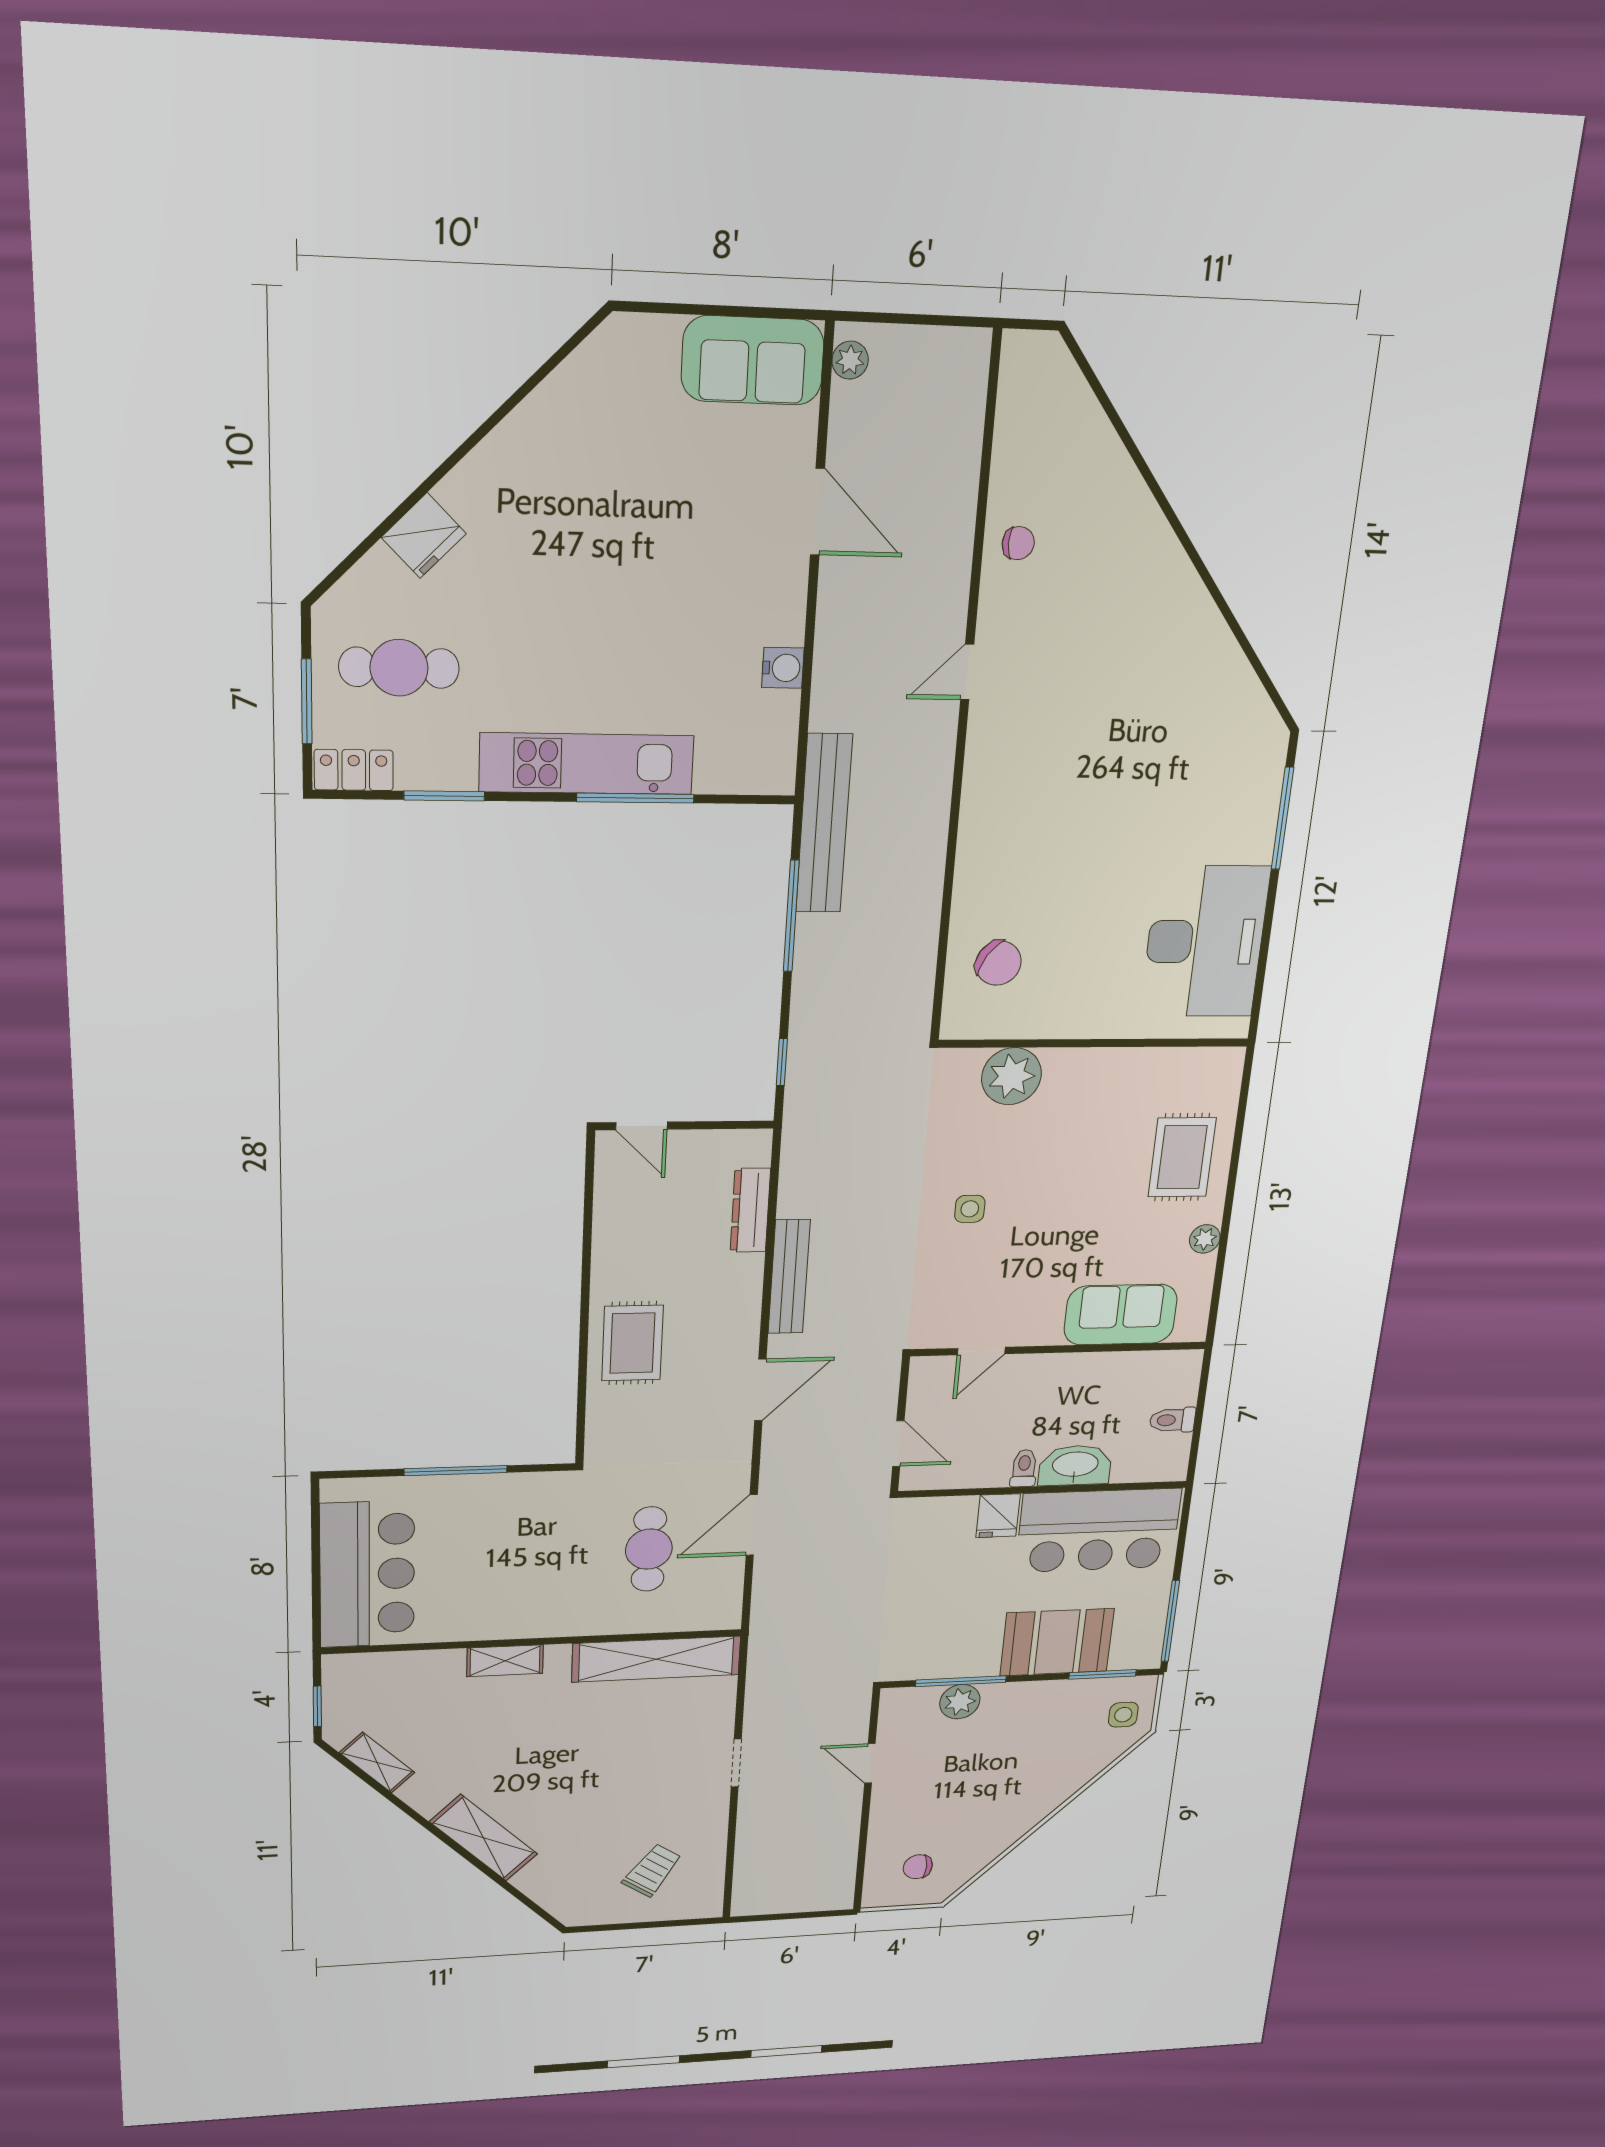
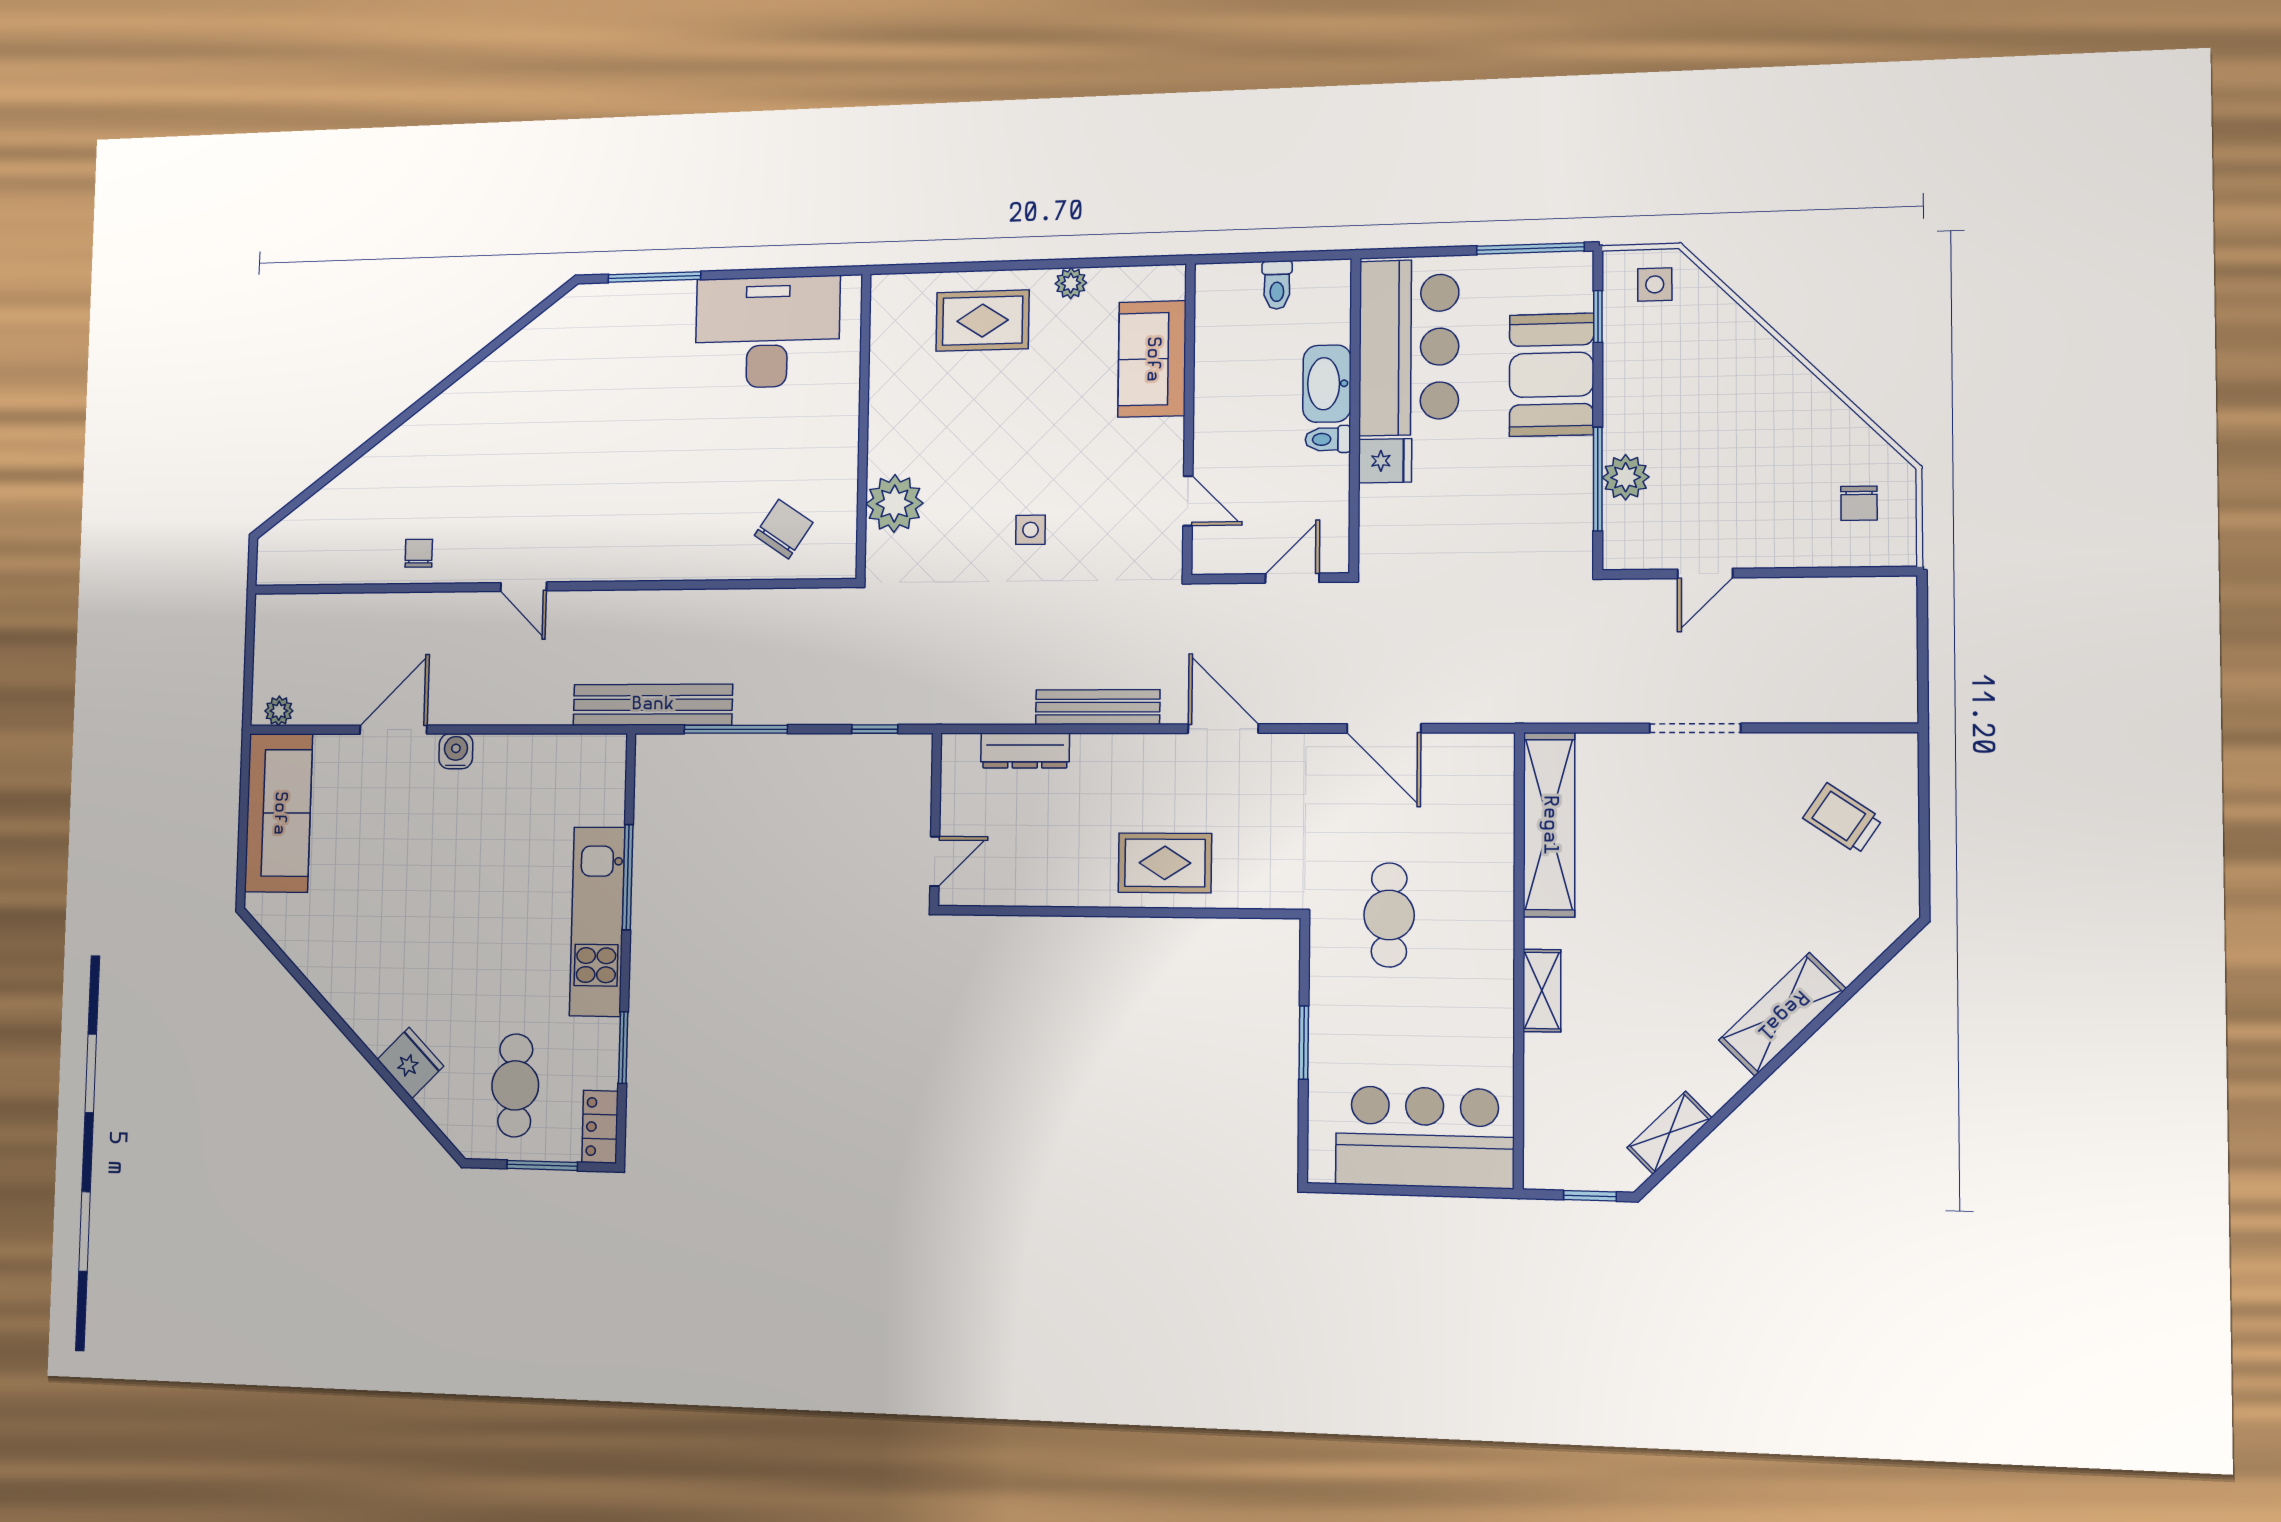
sofa: (753, 360) -> (279, 813), width x1.36
water cooler: (783, 668) -> (456, 751), moved
window: (456, 1471) -> (1304, 1043), width x0.69
cafe table: (649, 1549) -> (1389, 915), moved, turned 90
window: (1103, 1674) -> (1598, 317), width x0.67
doorway: (736, 1763) -> (1695, 728), width x1.38

